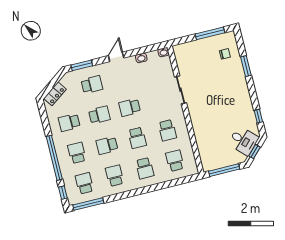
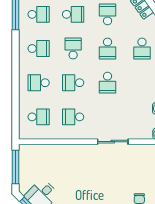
school desk: (130, 107) -> (108, 83), turned 180

